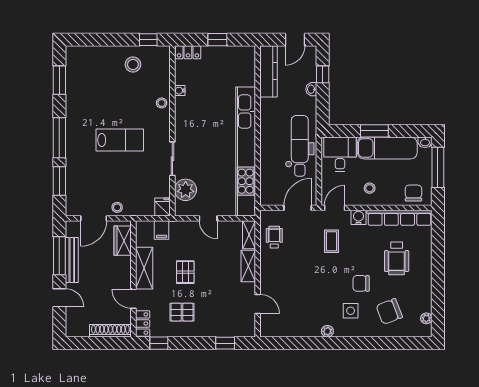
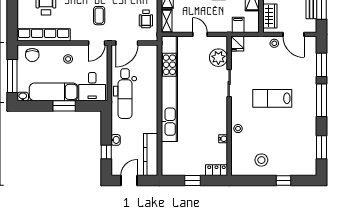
window: (148, 40) -> (283, 180), moved
water cooler: (359, 217) -> (77, 35), removed
door: (94, 218) -> (293, 34), swing flipped

